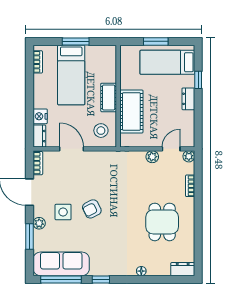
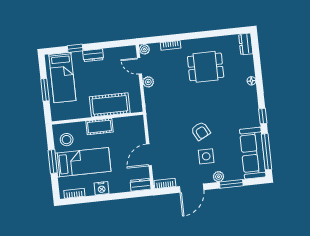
nightstand: (40, 116) -> (101, 188), moved
stool: (101, 131) -> (67, 140), moved

